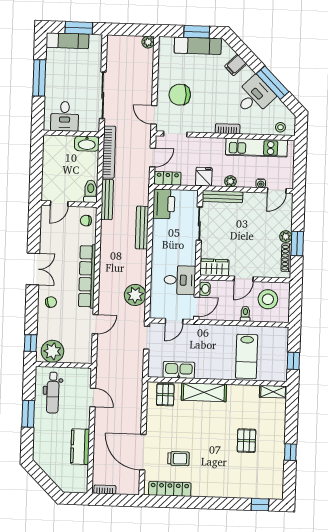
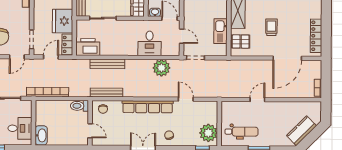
washbasin: (87, 144) -> (41, 135), moved
door: (153, 157) -> (51, 57), hinge flipped
fridge: (204, 177) -> (63, 21), width x1.88, depth x1.34
bench: (107, 199) -> (106, 93), moved
desk: (180, 280) -> (150, 43), moved, turned 180
door: (93, 397) -> (257, 100), moved
kitchen counter: (80, 447) -> (302, 131), moved, turned 135
trolley: (178, 459) -> (271, 27), moved

